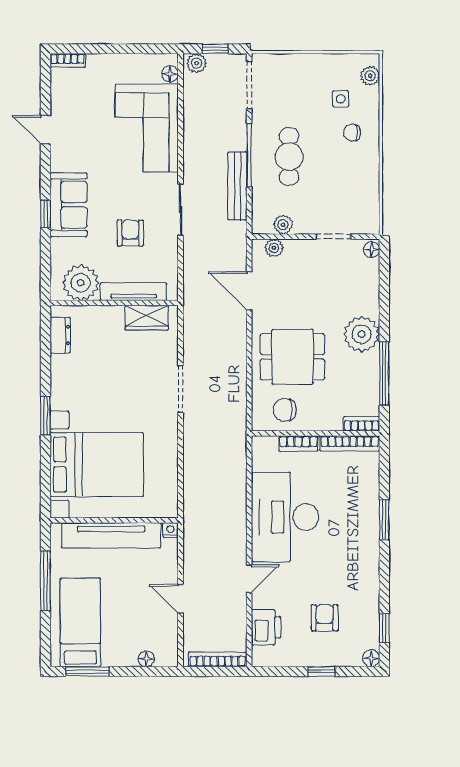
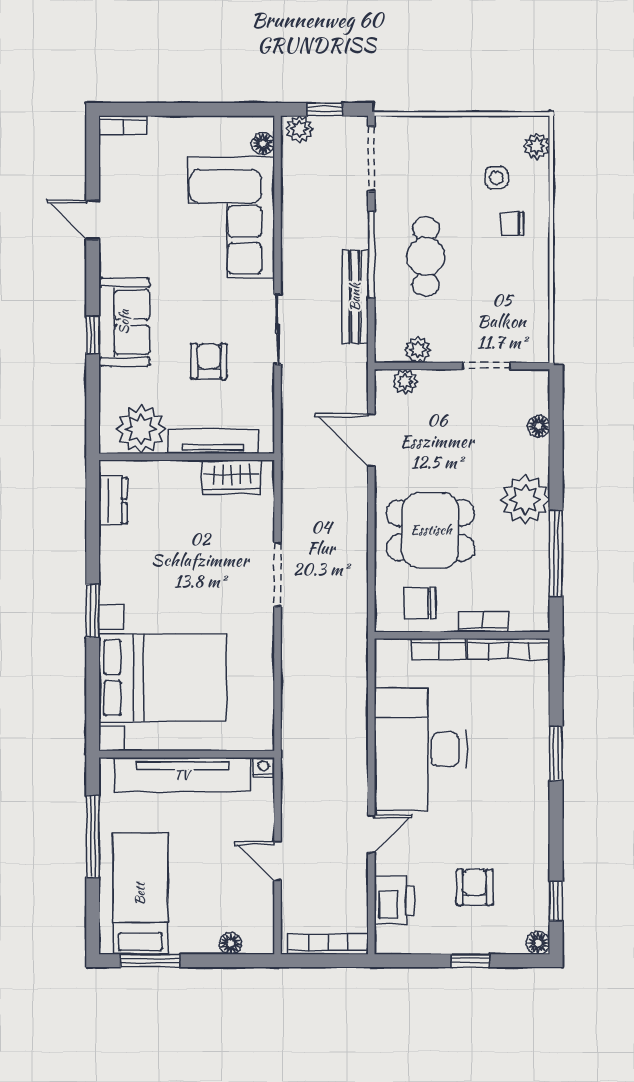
floor lamp: (372, 250) -> (539, 426), moved
bookcase: (362, 424) -> (483, 622), moved

